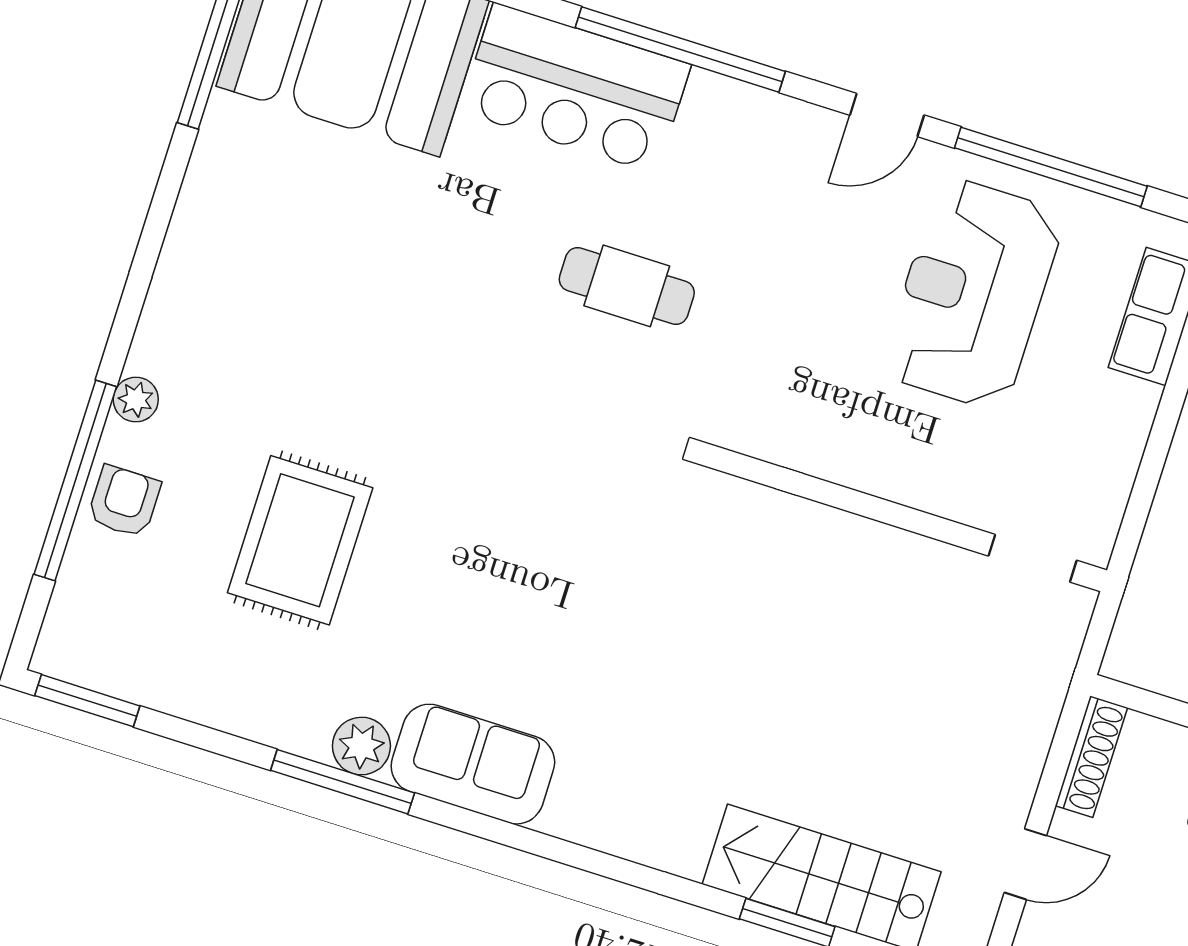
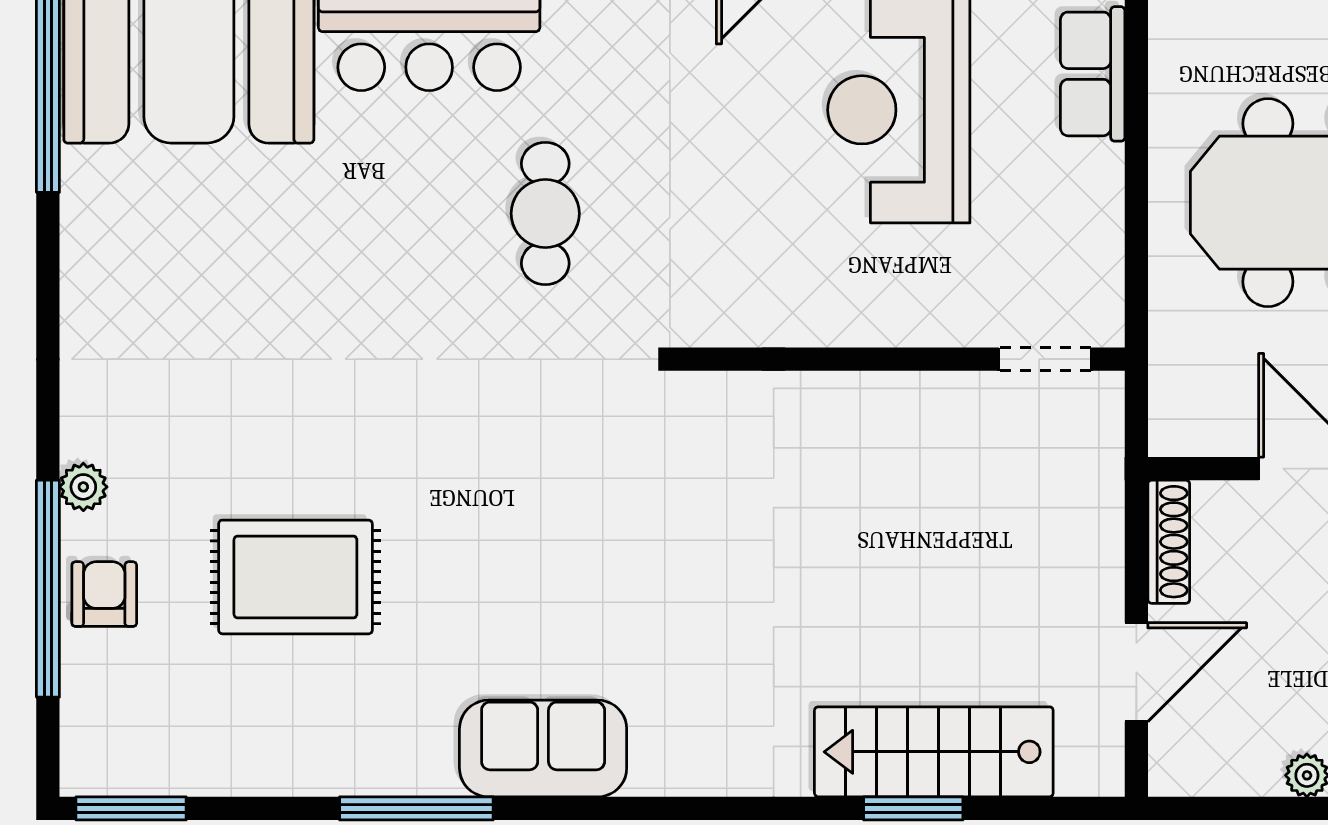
cafe table: (627, 286) -> (545, 213), turned 90
rug: (300, 540) -> (295, 577), turned 90
plant: (361, 746) -> (424, 766), removed
door: (1025, 864) -> (1136, 672), width x1.38

